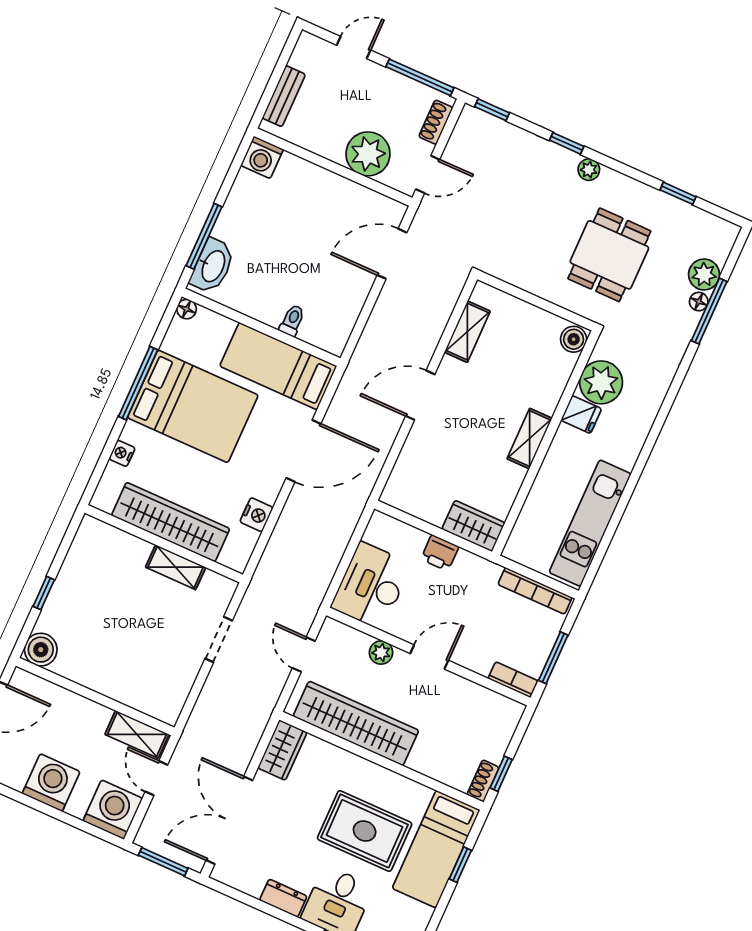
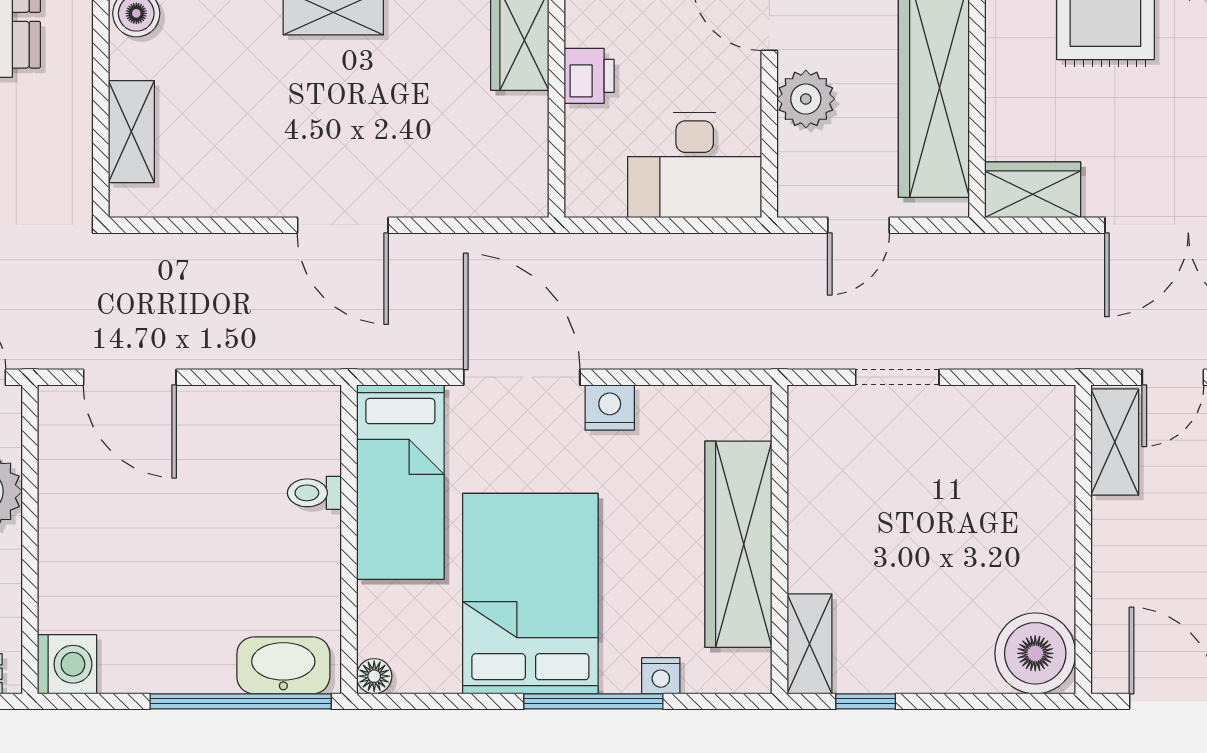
window: (204, 236) -> (241, 701), width x1.46
shelving: (467, 332) -> (131, 132), moved, turned 90
window: (138, 383) -> (593, 701), moved
nightstand: (257, 515) -> (610, 408), moved
shelving: (176, 567) -> (809, 644), moved
window: (44, 593) -> (866, 701), moved
boiler: (41, 650) -> (1035, 653), width x1.37, depth x1.37
plant: (381, 653) -> (806, 99), width x1.38, depth x1.38

